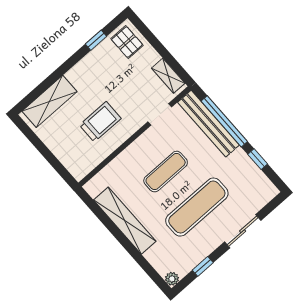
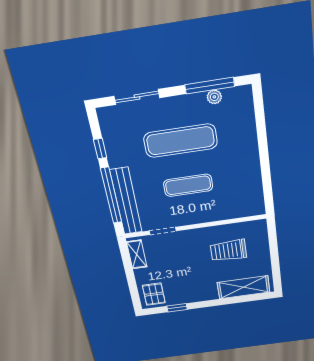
trolley: (100, 122) -> (228, 251), moved
shelving: (125, 221) -> (250, 167), removed
sliding door: (243, 231) -> (137, 97), moved
window: (203, 266) -> (210, 86), width x2.17
plant: (172, 279) -> (214, 97), moved

